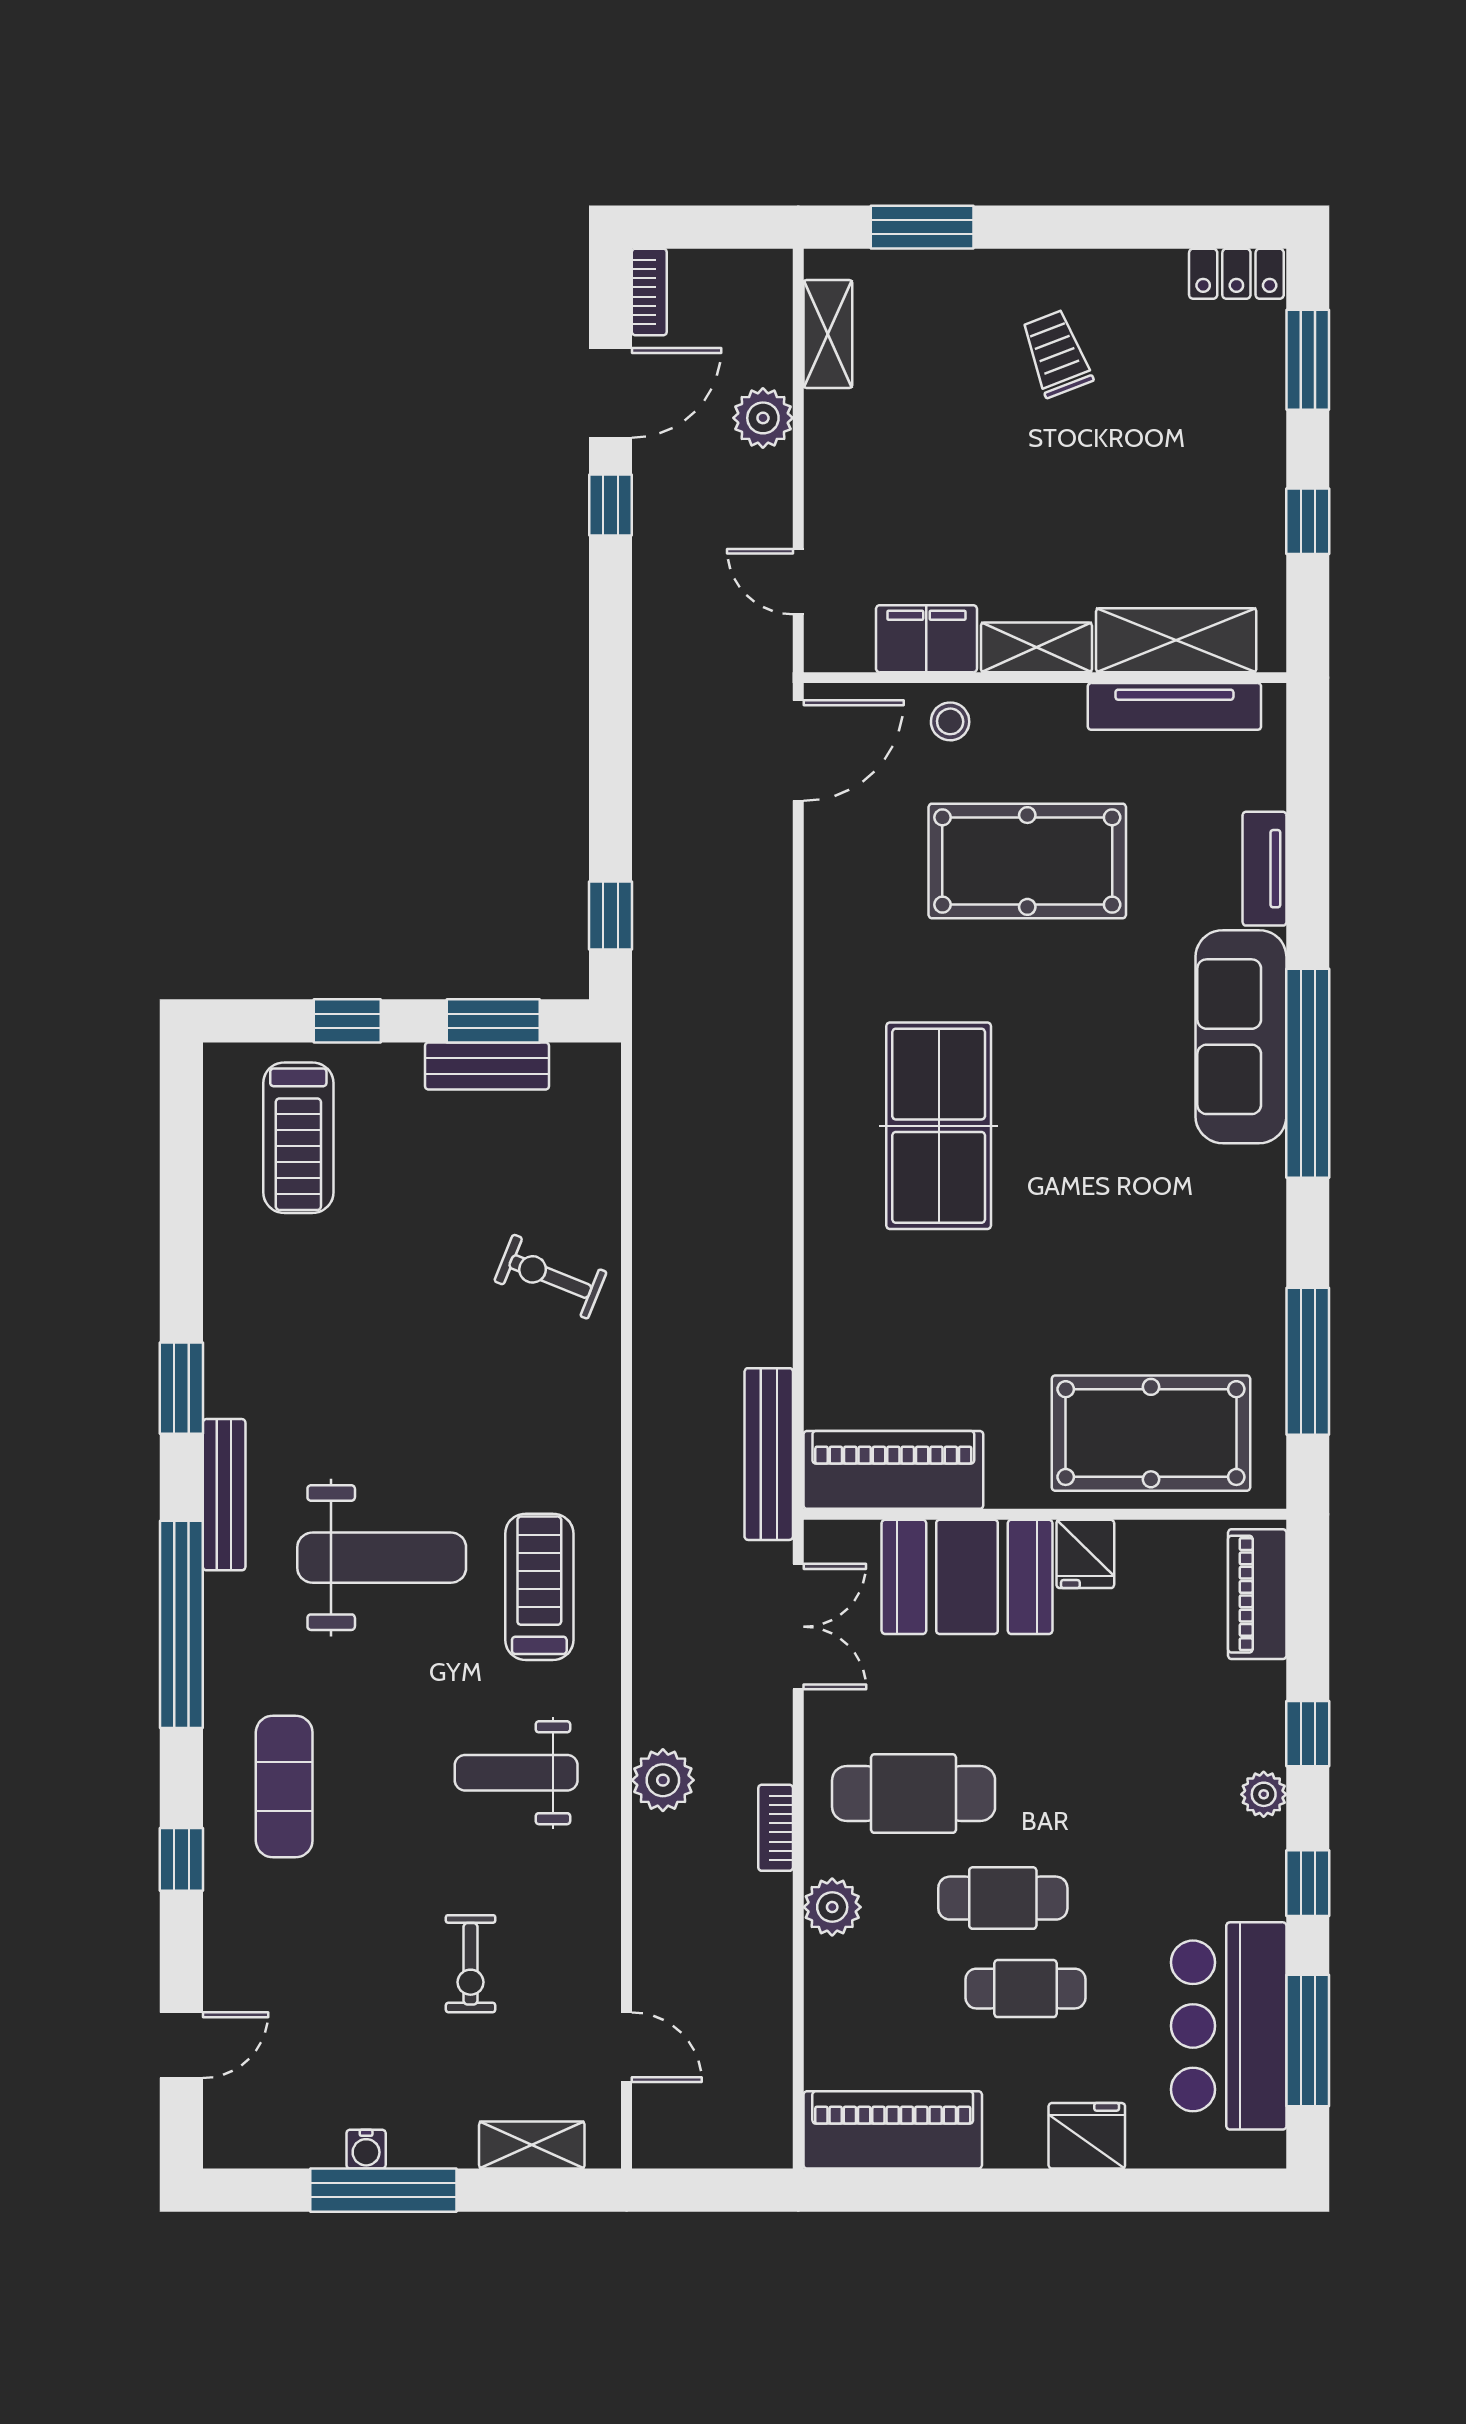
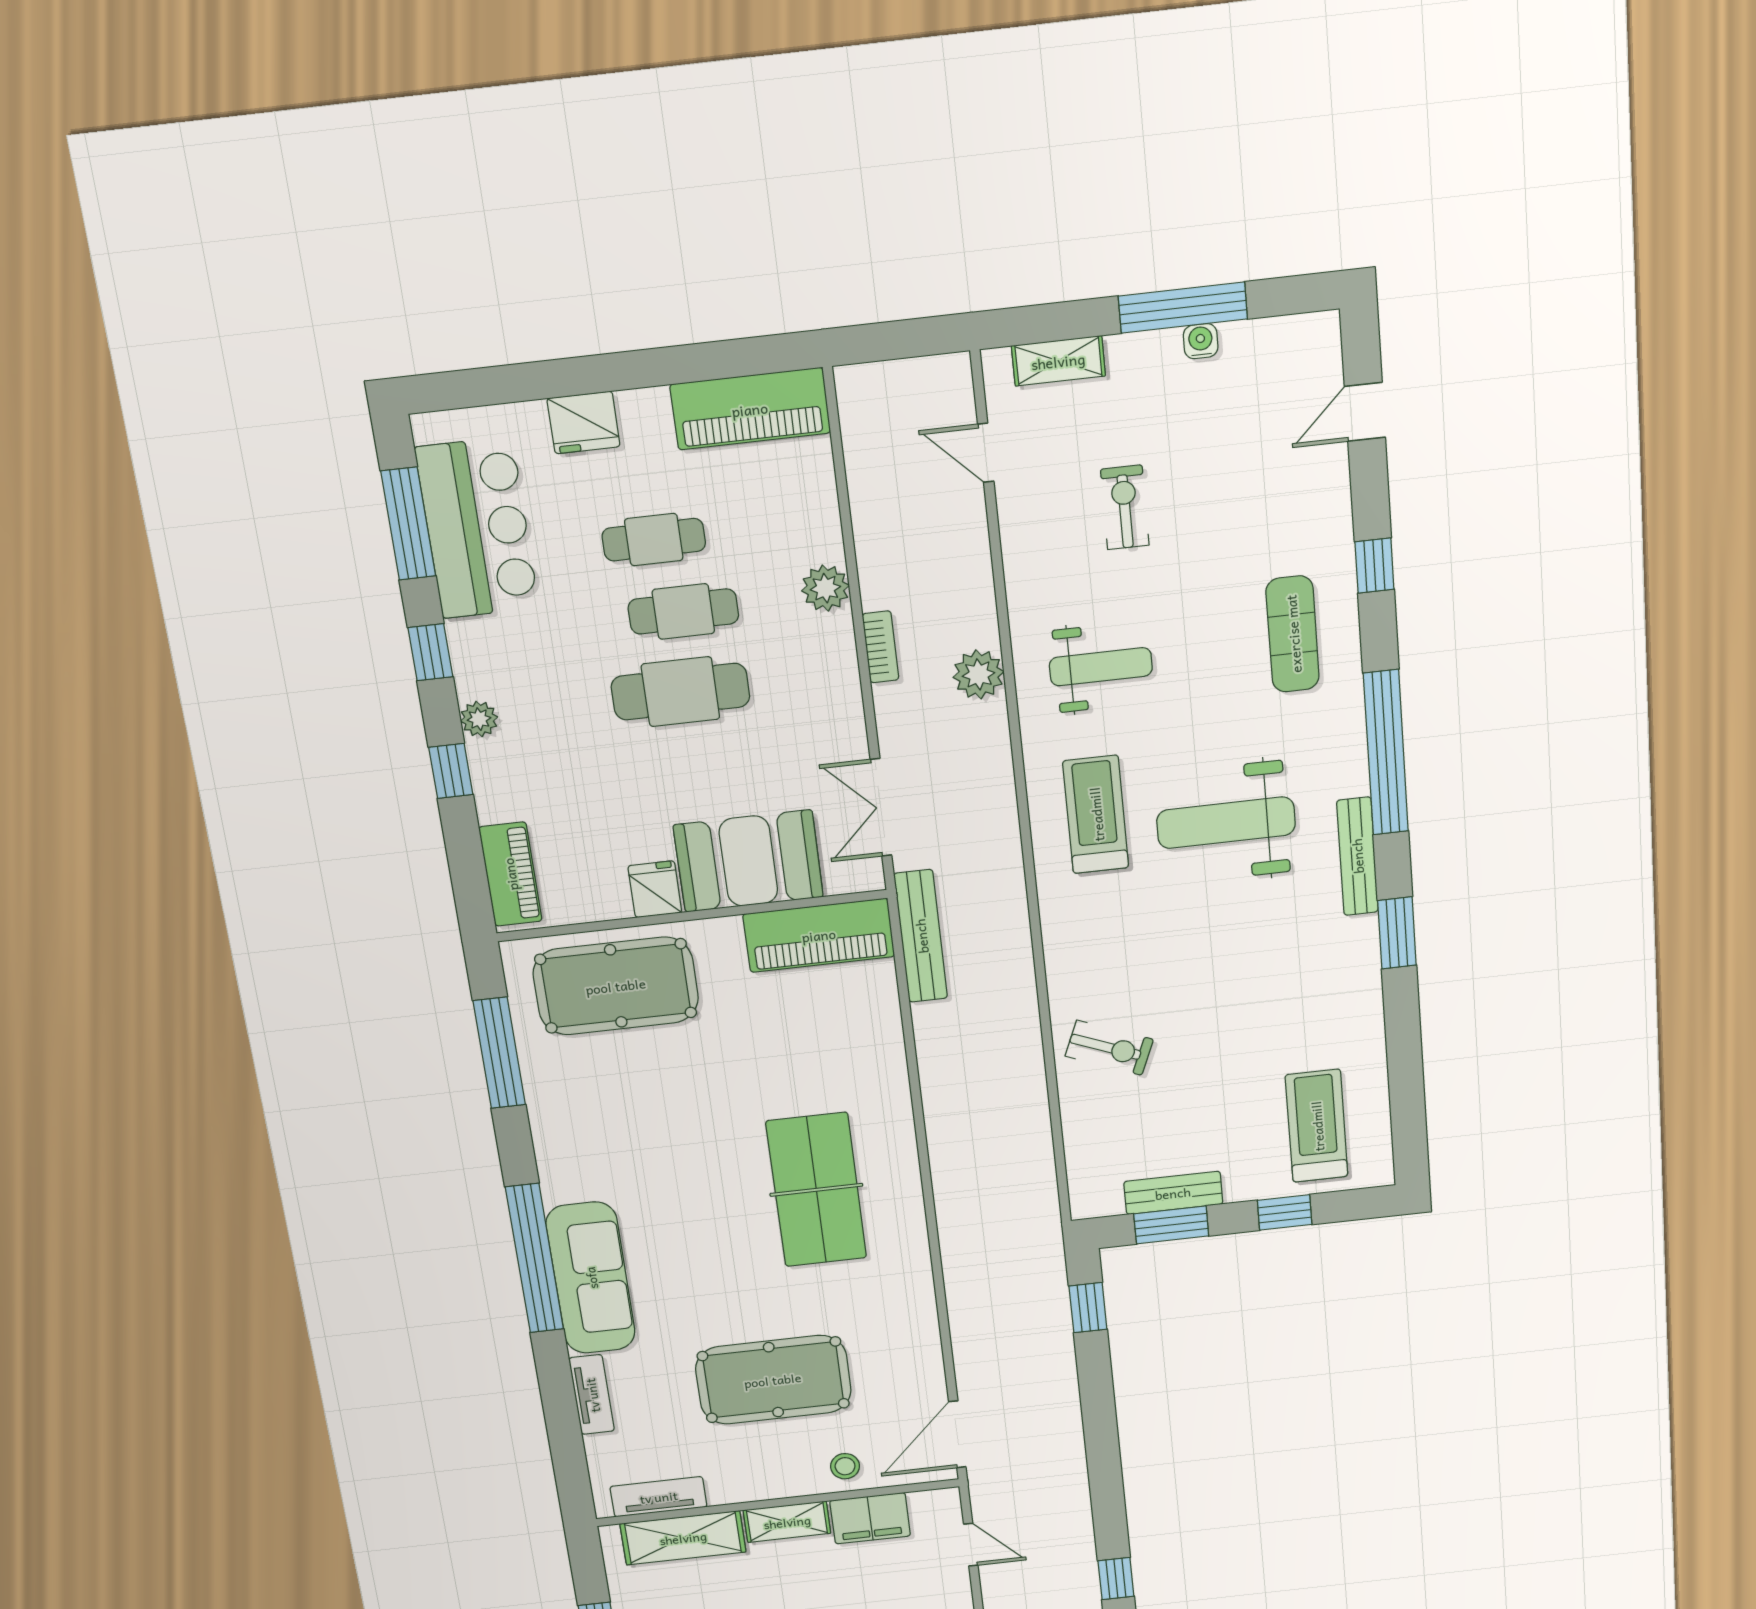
tv unit: (1174, 706) -> (659, 1497), width x0.71
treadmill: (539, 1587) -> (1096, 814), turned 180
cafe table: (914, 1794) -> (680, 692), moved

